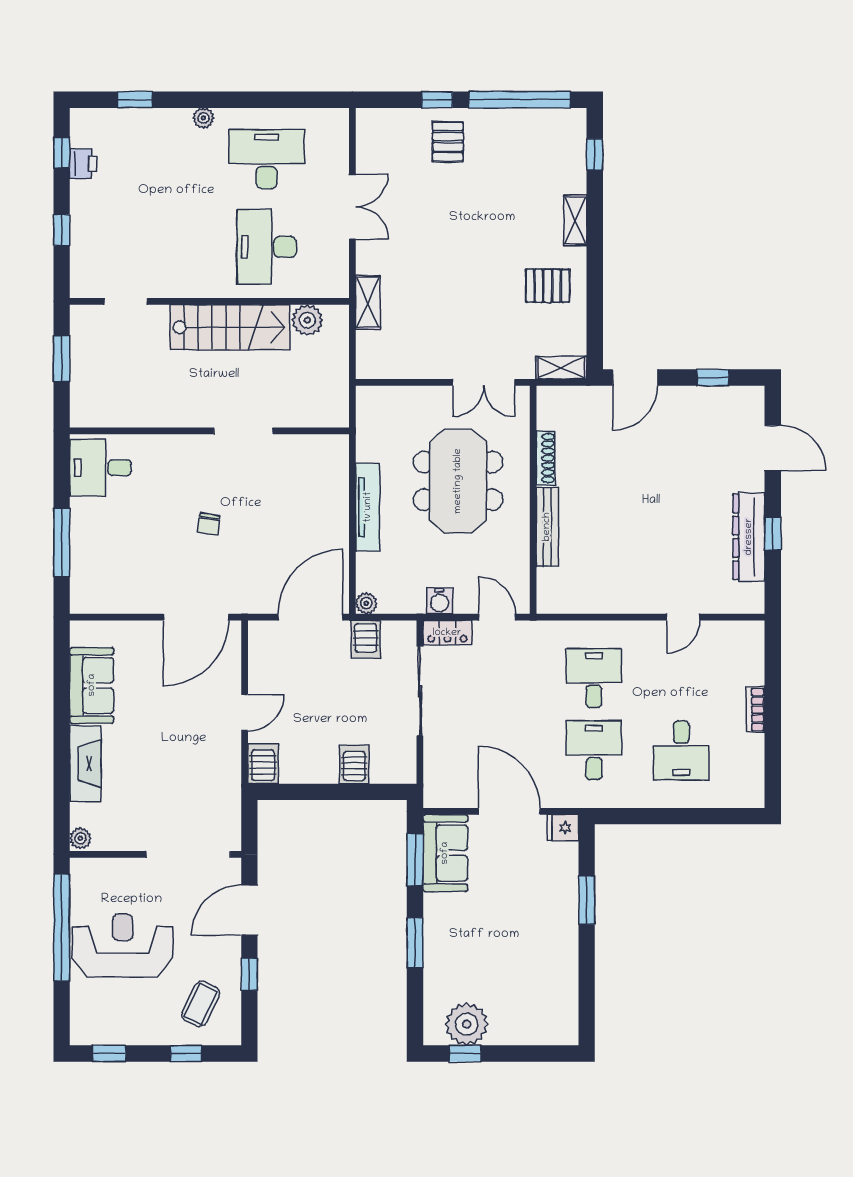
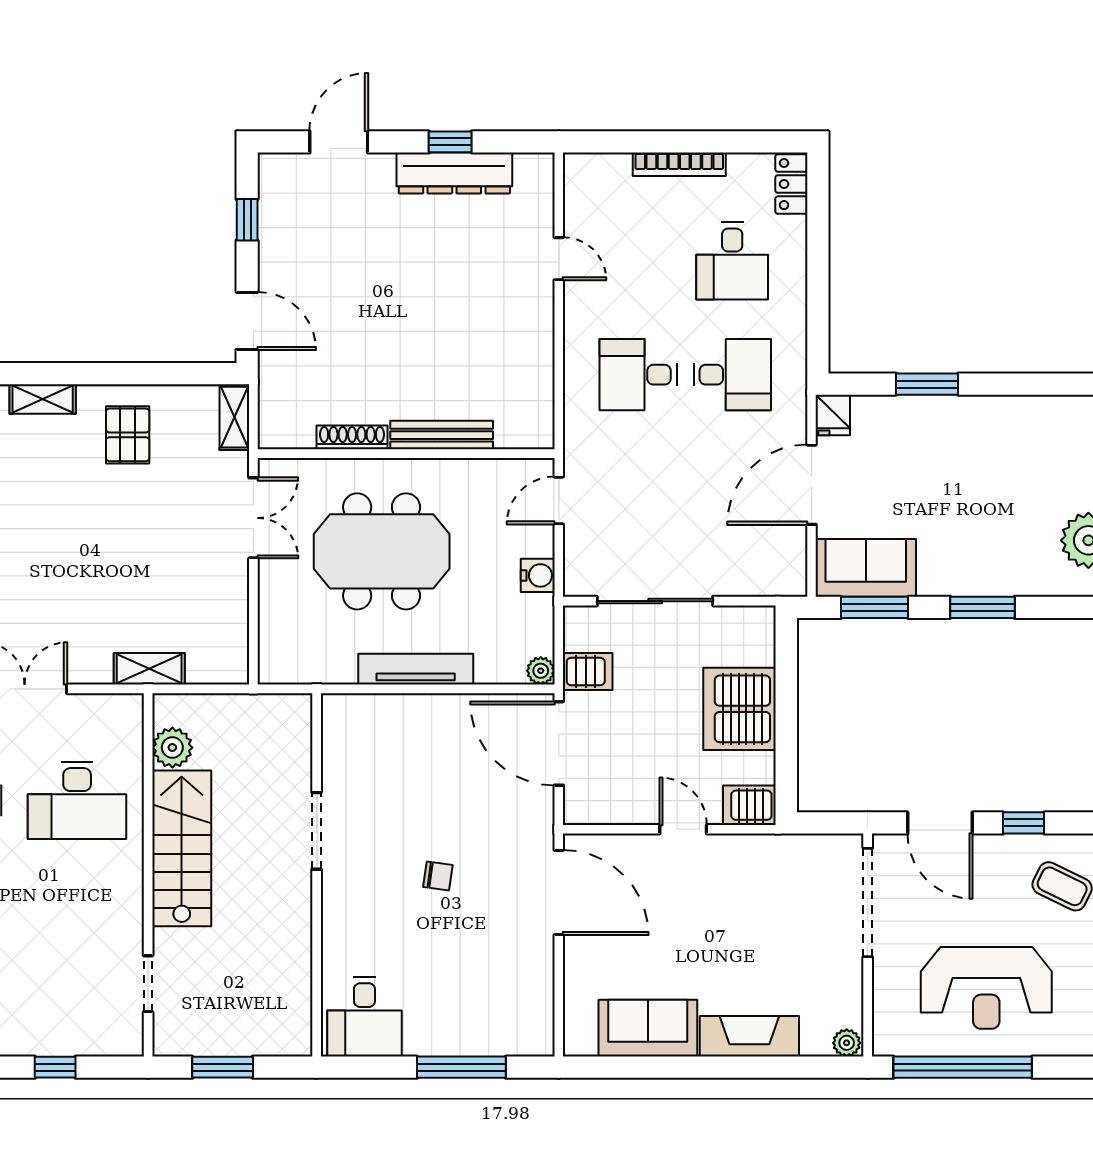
locker: (447, 633) -> (791, 184), moved, turned 180
bookcase: (756, 710) -> (679, 164), width x1.56
desk: (594, 750) -> (732, 375), turned 180
desk: (681, 750) -> (732, 261), turned 90
server rack: (354, 764) -> (740, 709), width x2.18, depth x1.44
reception desk: (123, 946) -> (986, 988), turned -90

